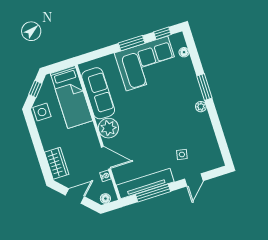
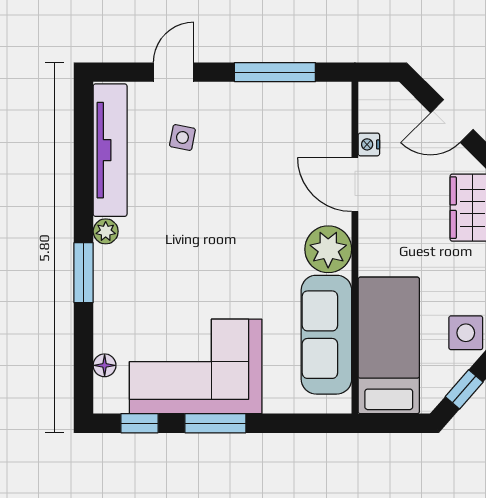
tv unit: (145, 184) -> (110, 150), moved, turned -90
floor lamp: (105, 199) -> (385, 93), removed

